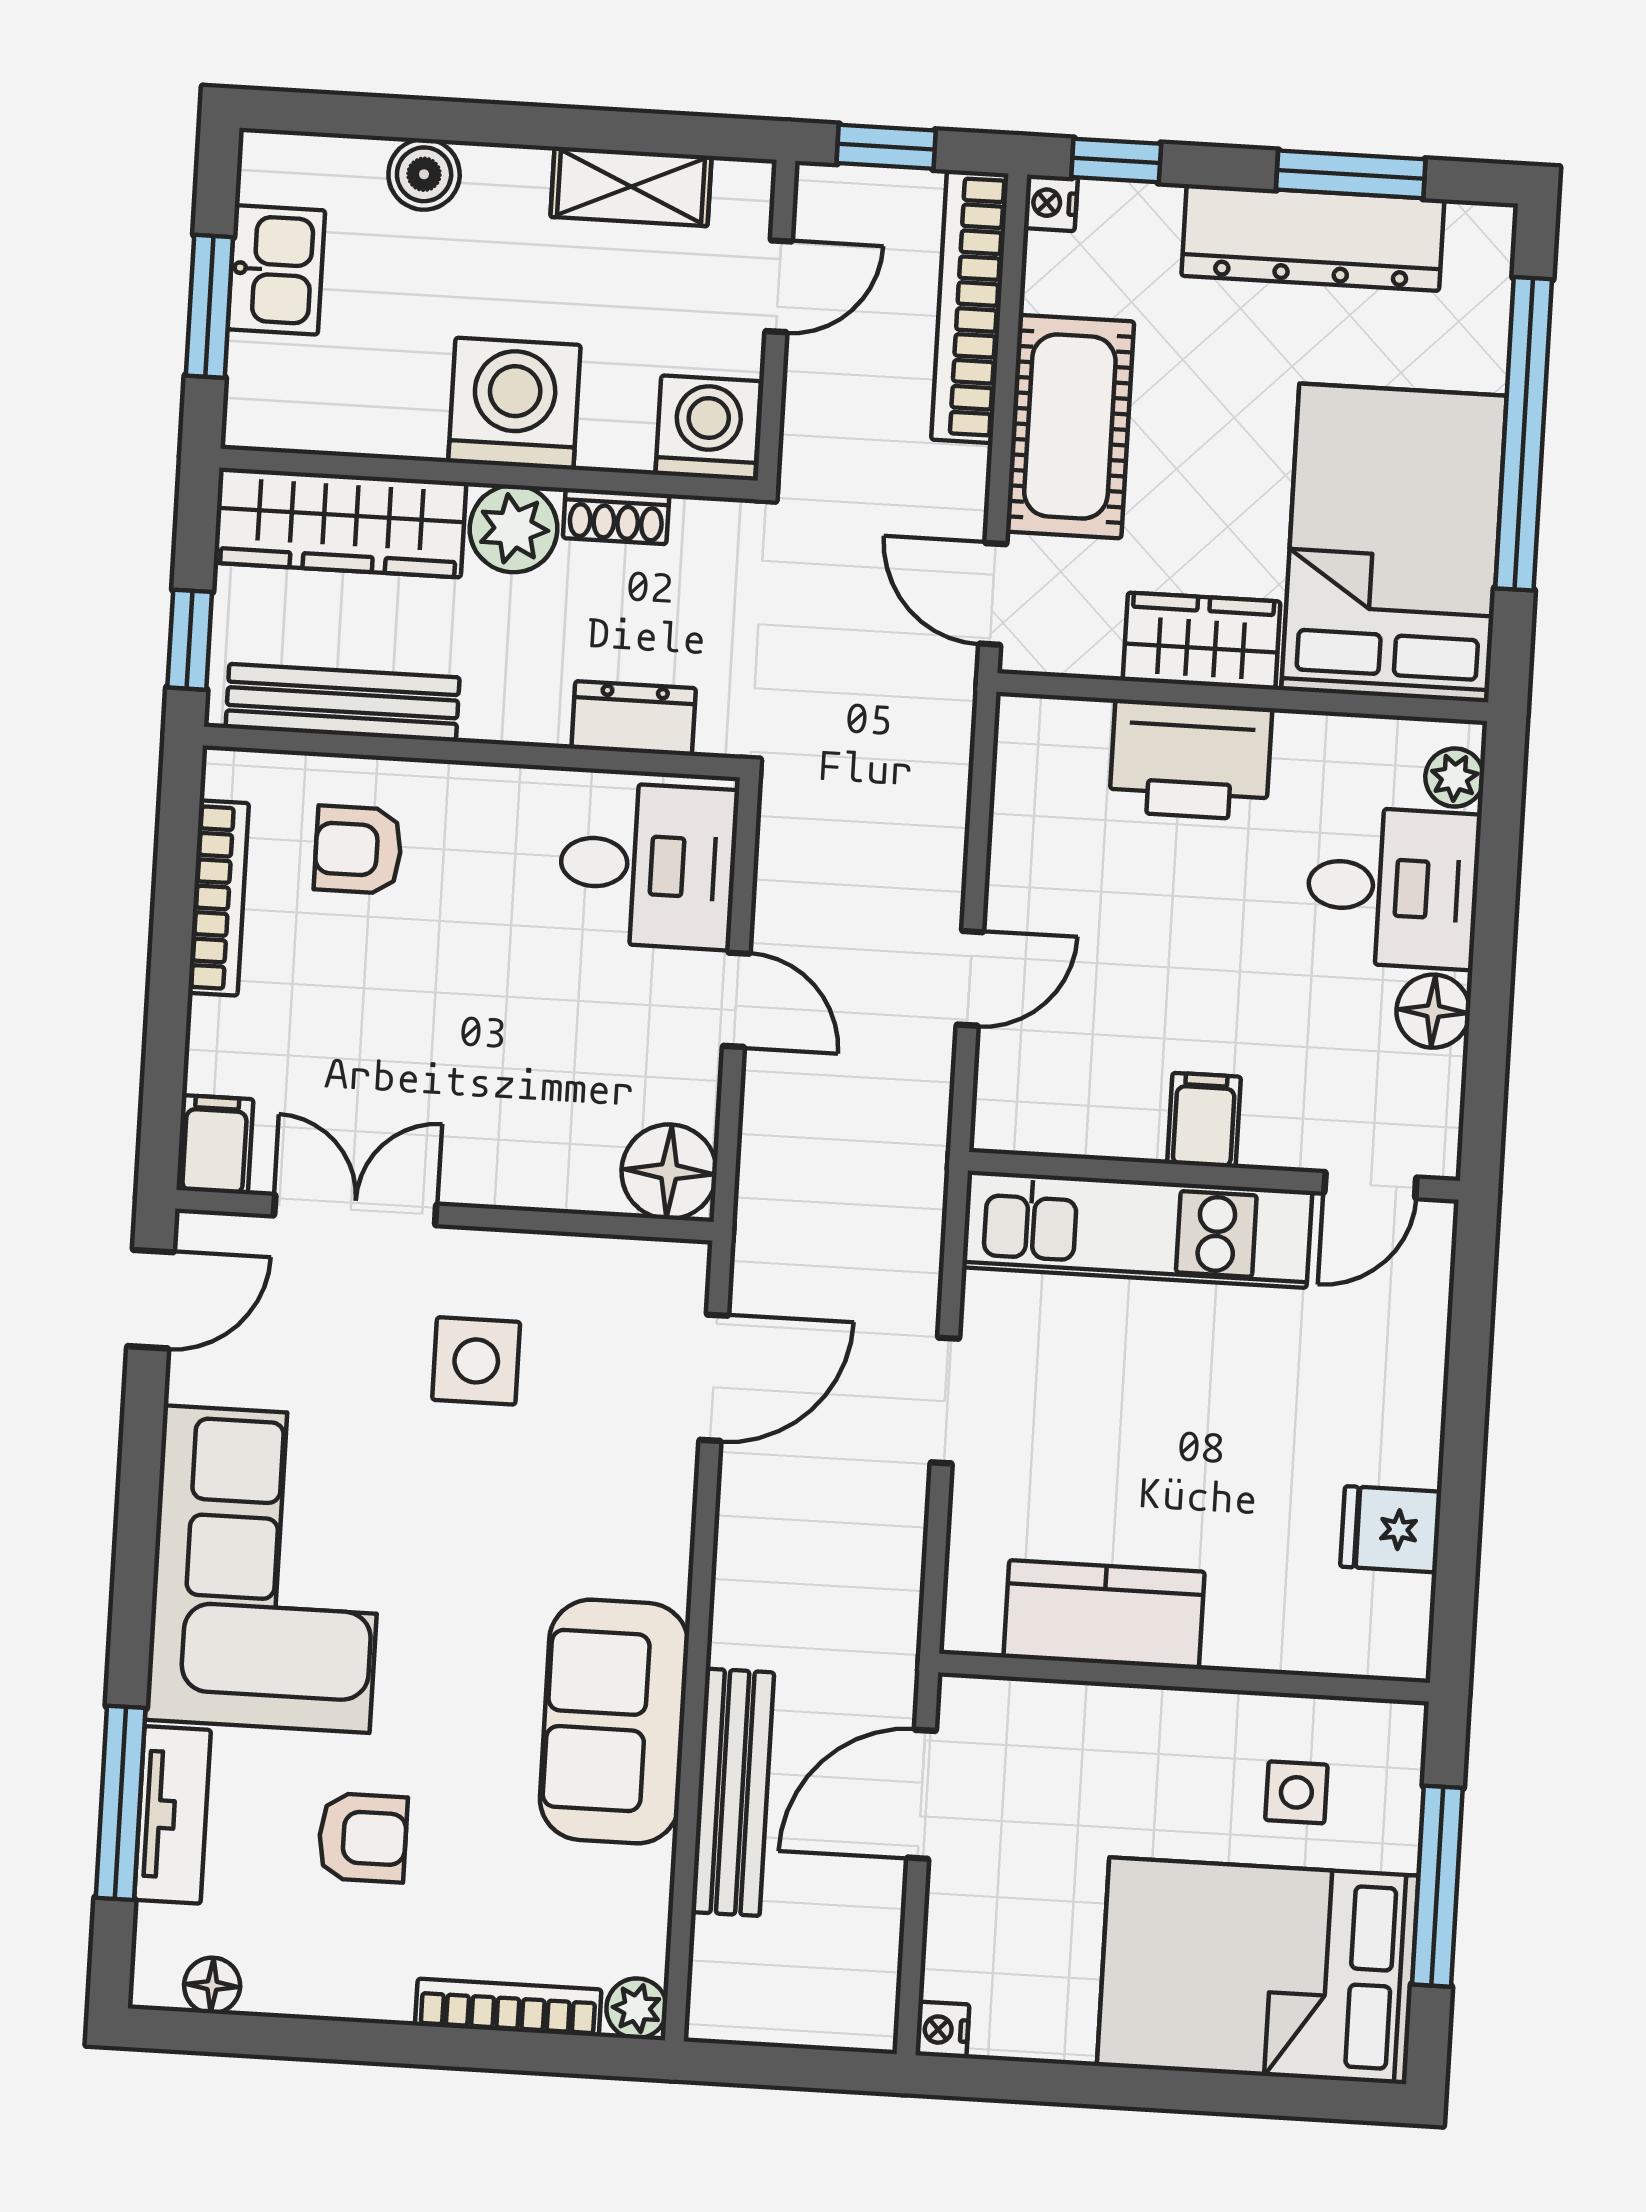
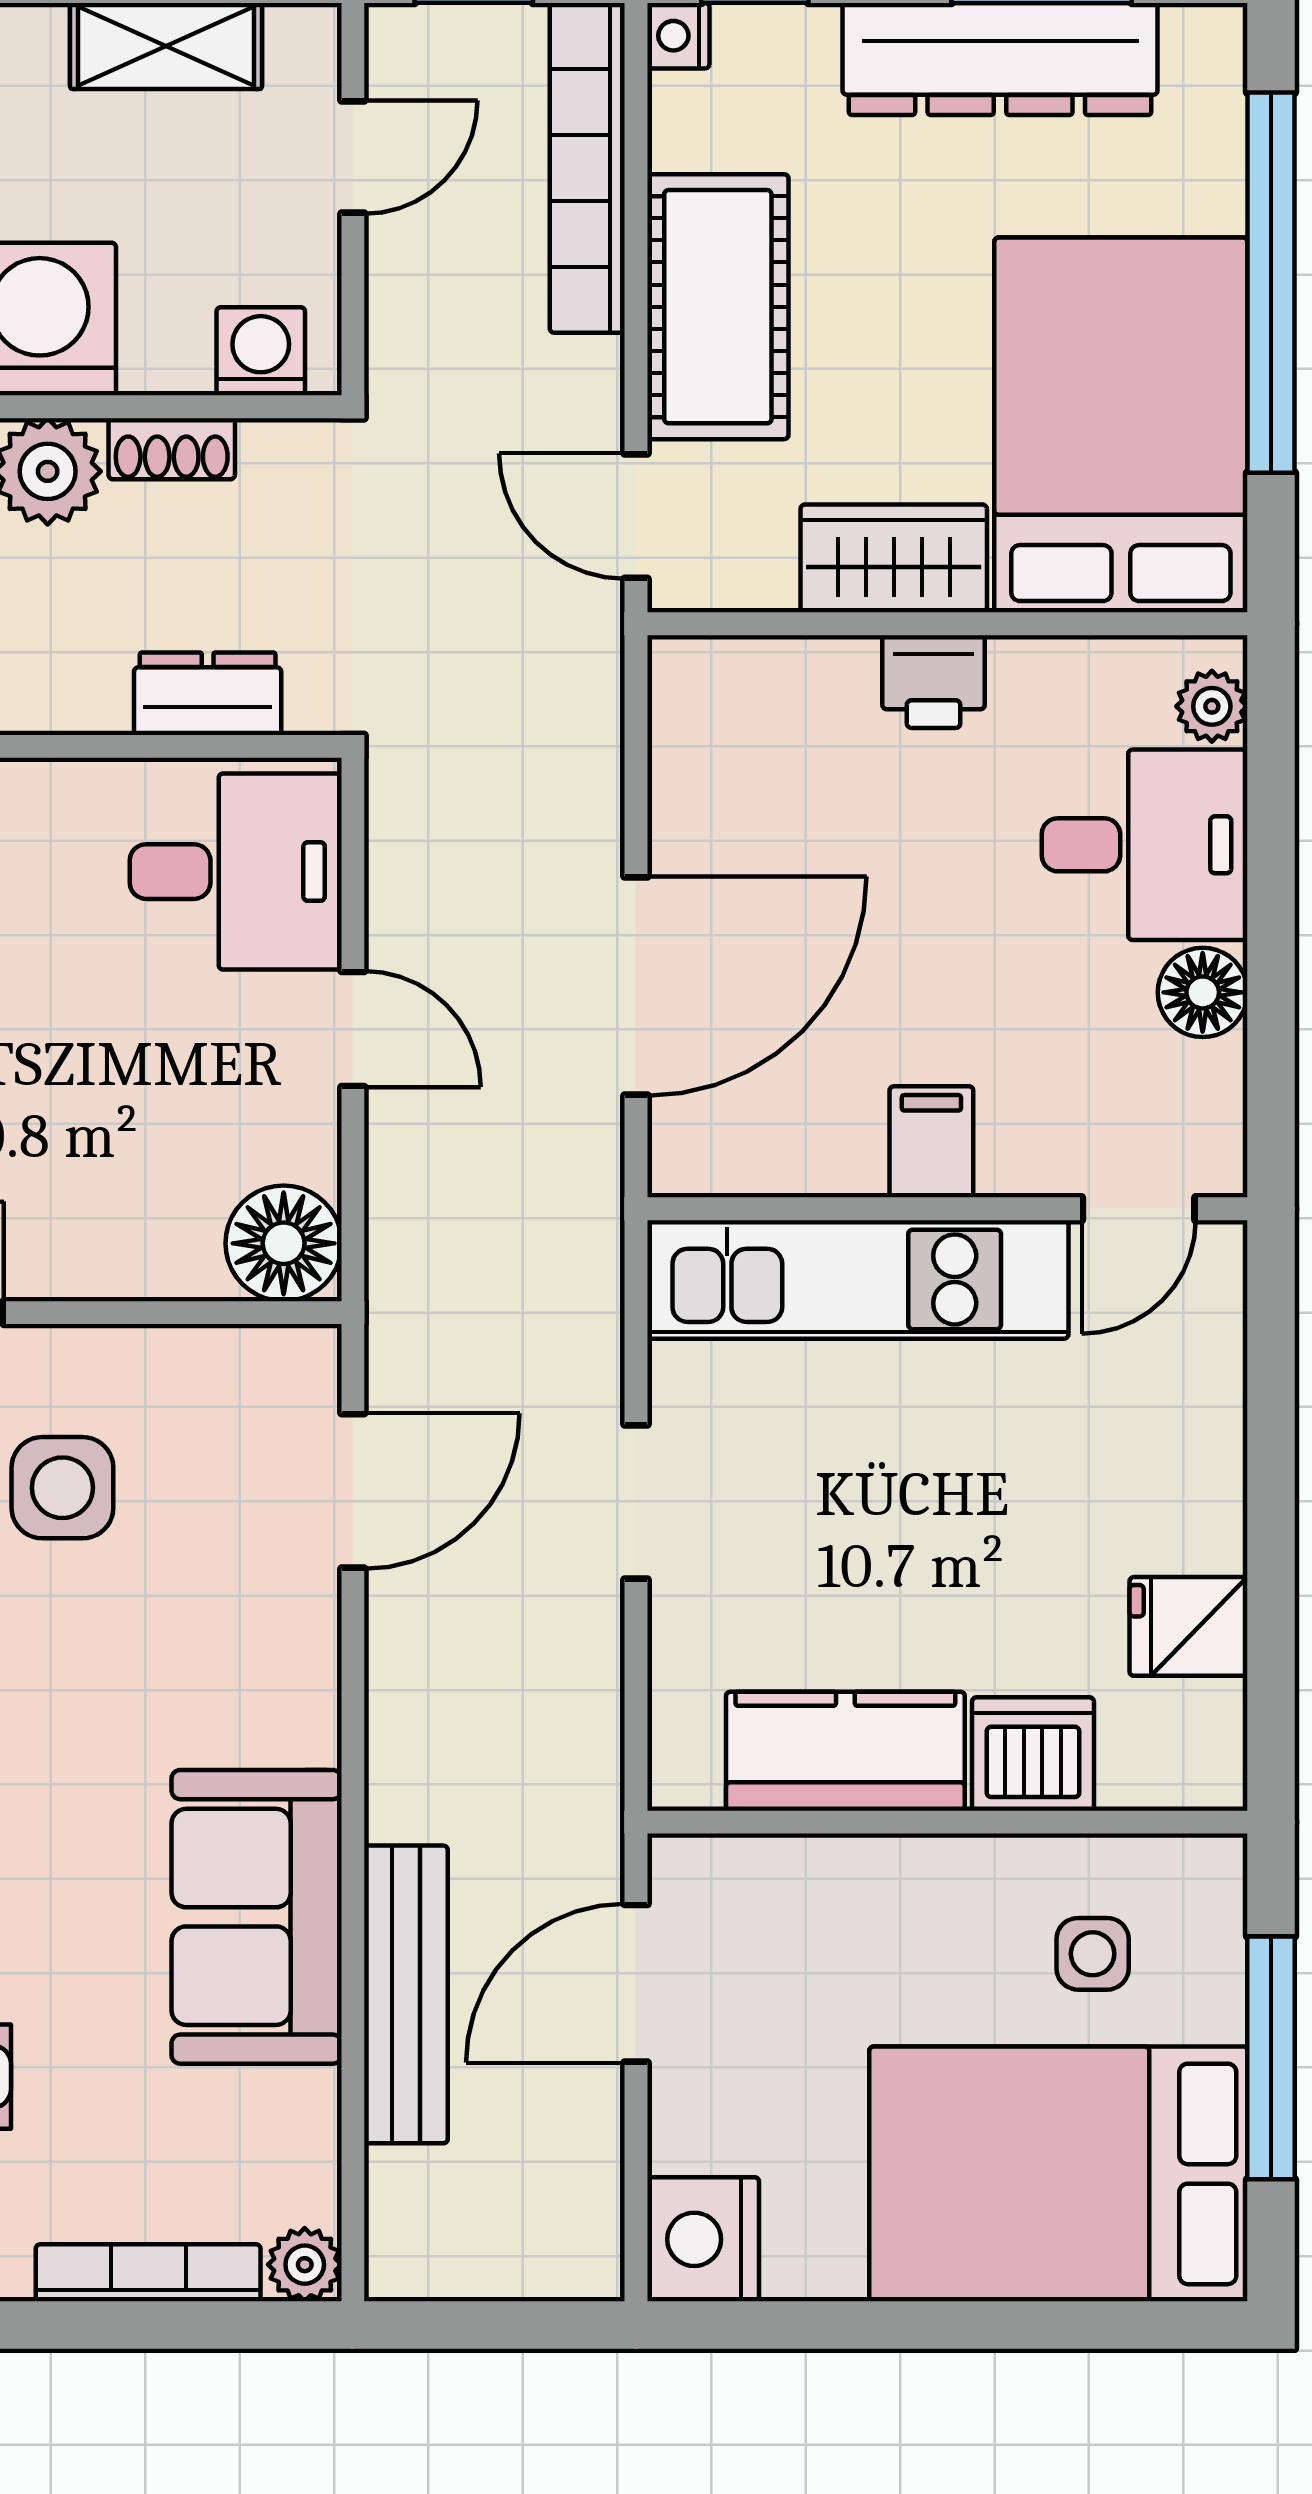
washing machine: (708, 428) -> (261, 351), width x0.73, depth x0.73
printer: (1191, 760) -> (934, 682), width x0.53, depth x0.68
door: (970, 978) -> (636, 986), width x1.88
dishwasher: (1257, 1626) -> (1033, 1754), added
nightstand: (942, 2030) -> (703, 2239), width x1.89, depth x1.79

